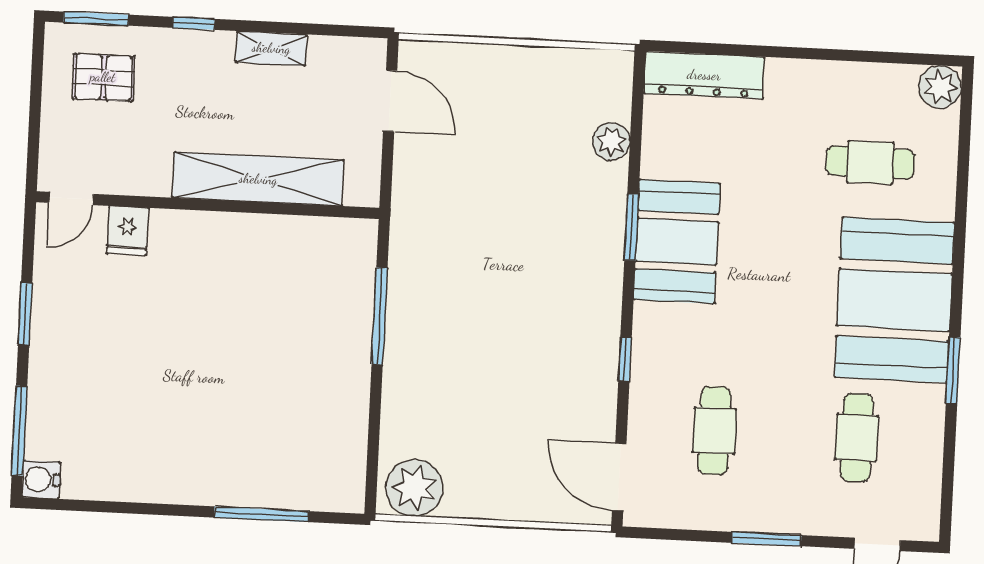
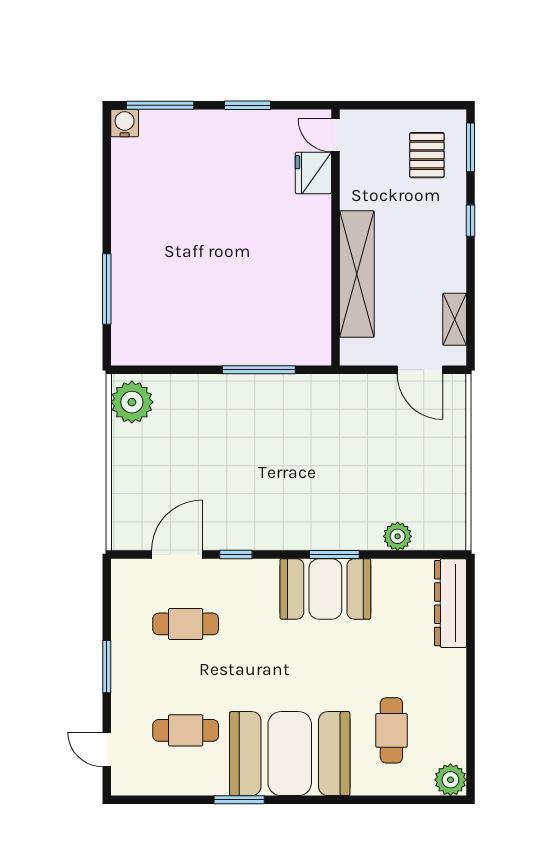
shelving: (271, 48) -> (455, 319), moved
door: (390, 101) -> (420, 370), hinge flipped
fridge: (128, 231) -> (313, 173), width x1.38
door: (619, 477) -> (177, 555), moved

